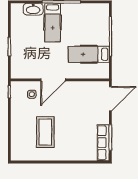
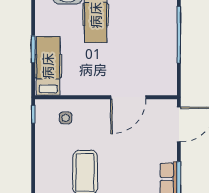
hospital bed: (89, 54) -> (48, 66), moved, turned 90
door: (53, 80) -> (128, 97), moved

